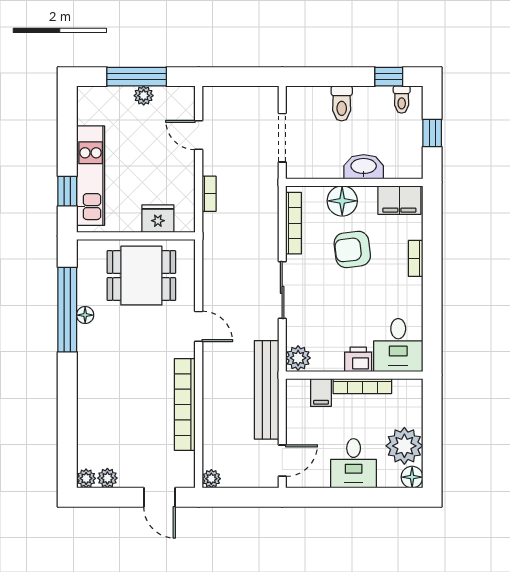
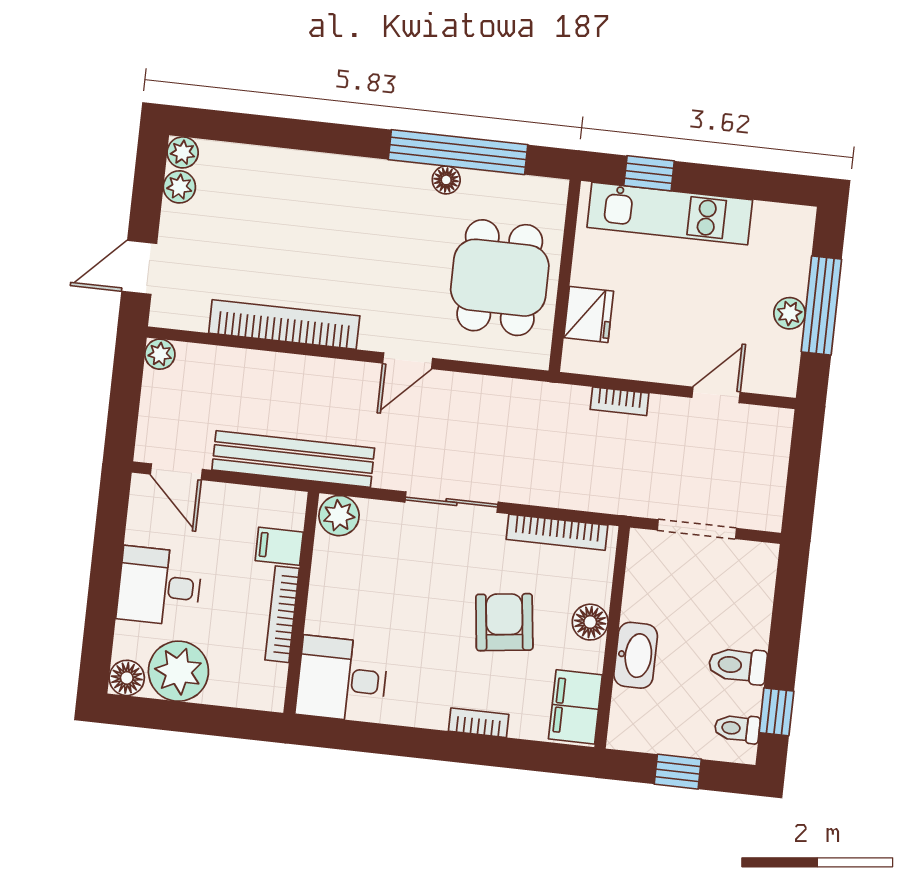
toilet: (342, 103) -> (738, 665), moved
floor lamp: (342, 201) -> (590, 622), width x0.73, depth x0.73
printer: (358, 359) -> (326, 612), removed

